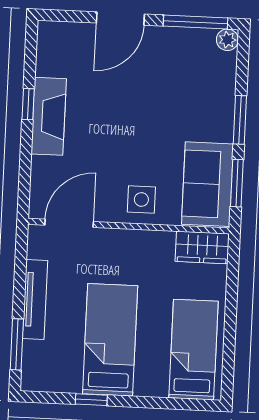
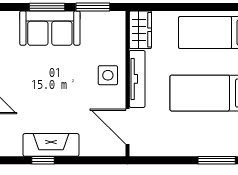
sofa: (207, 184) -> (50, 28), moved
tv unit: (35, 299) -> (137, 79), moved, turned 90

